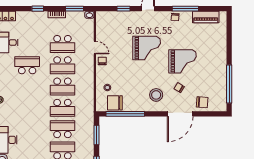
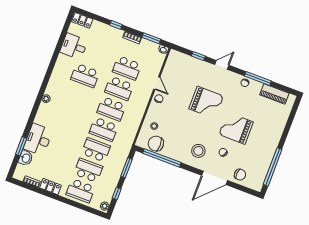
grand piano: (183, 61) -> (236, 128), turned 180
school desk: (27, 65) -> (85, 76), turned 180

